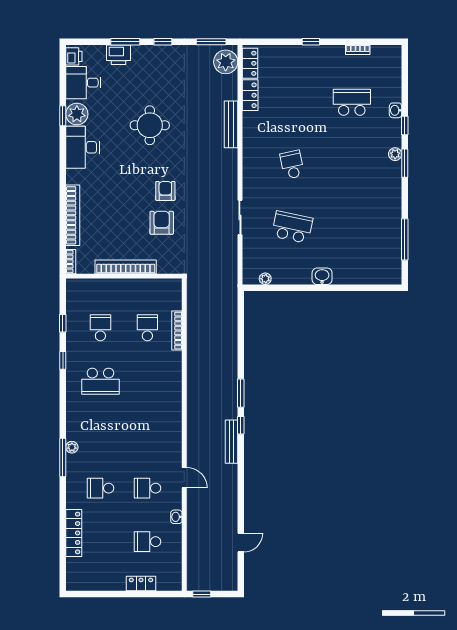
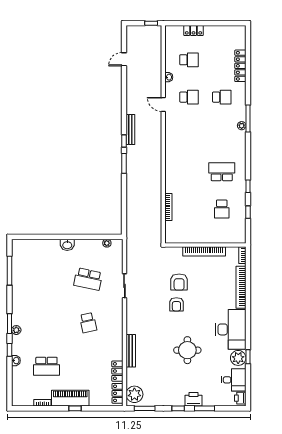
printer: (118, 55) -> (194, 399), moved
piano: (318, 56) -> (70, 398), added
desk: (82, 147) -> (231, 329), width x1.36, depth x1.30
school desk: (147, 328) -> (189, 209), removed

